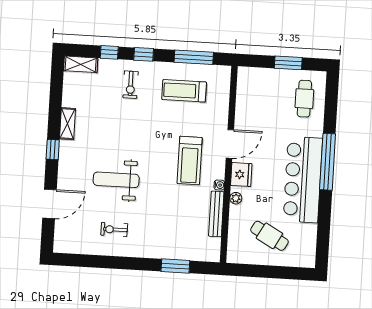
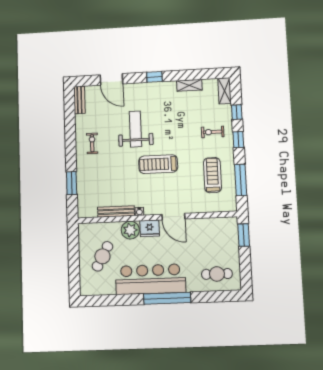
window: (288, 63) -> (244, 235), moved
shelving: (68, 124) -> (189, 85), moved
treadmill: (190, 161) -> (158, 164), moved
plant: (236, 198) -> (130, 230), width x1.88, depth x1.88
exercise bike: (114, 229) -> (92, 143), moved
bench: (71, 247) -> (79, 100), added

